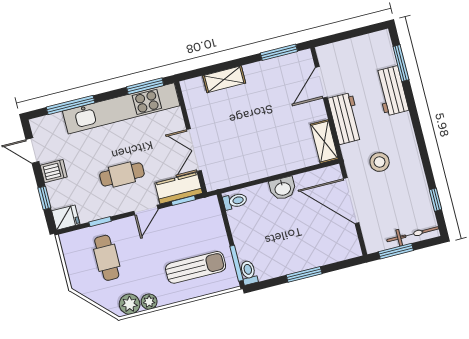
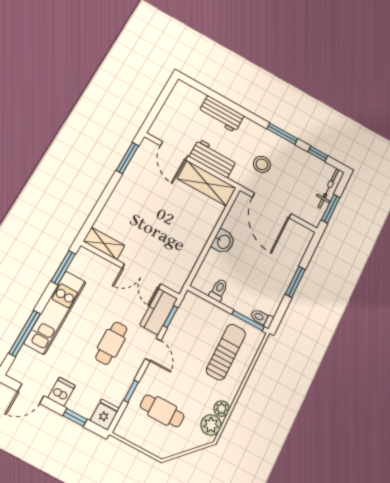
window: (401, 63) -> (282, 134), moved
shelving: (224, 79) -> (104, 243), moved, turned 90
kitchen unit: (121, 108) -> (55, 312), width x0.73
shelving: (324, 142) -> (207, 183), width x1.50, depth x1.33
toilet: (235, 201) -> (219, 290), moved
door: (351, 201) -> (272, 206), hinge flipped

